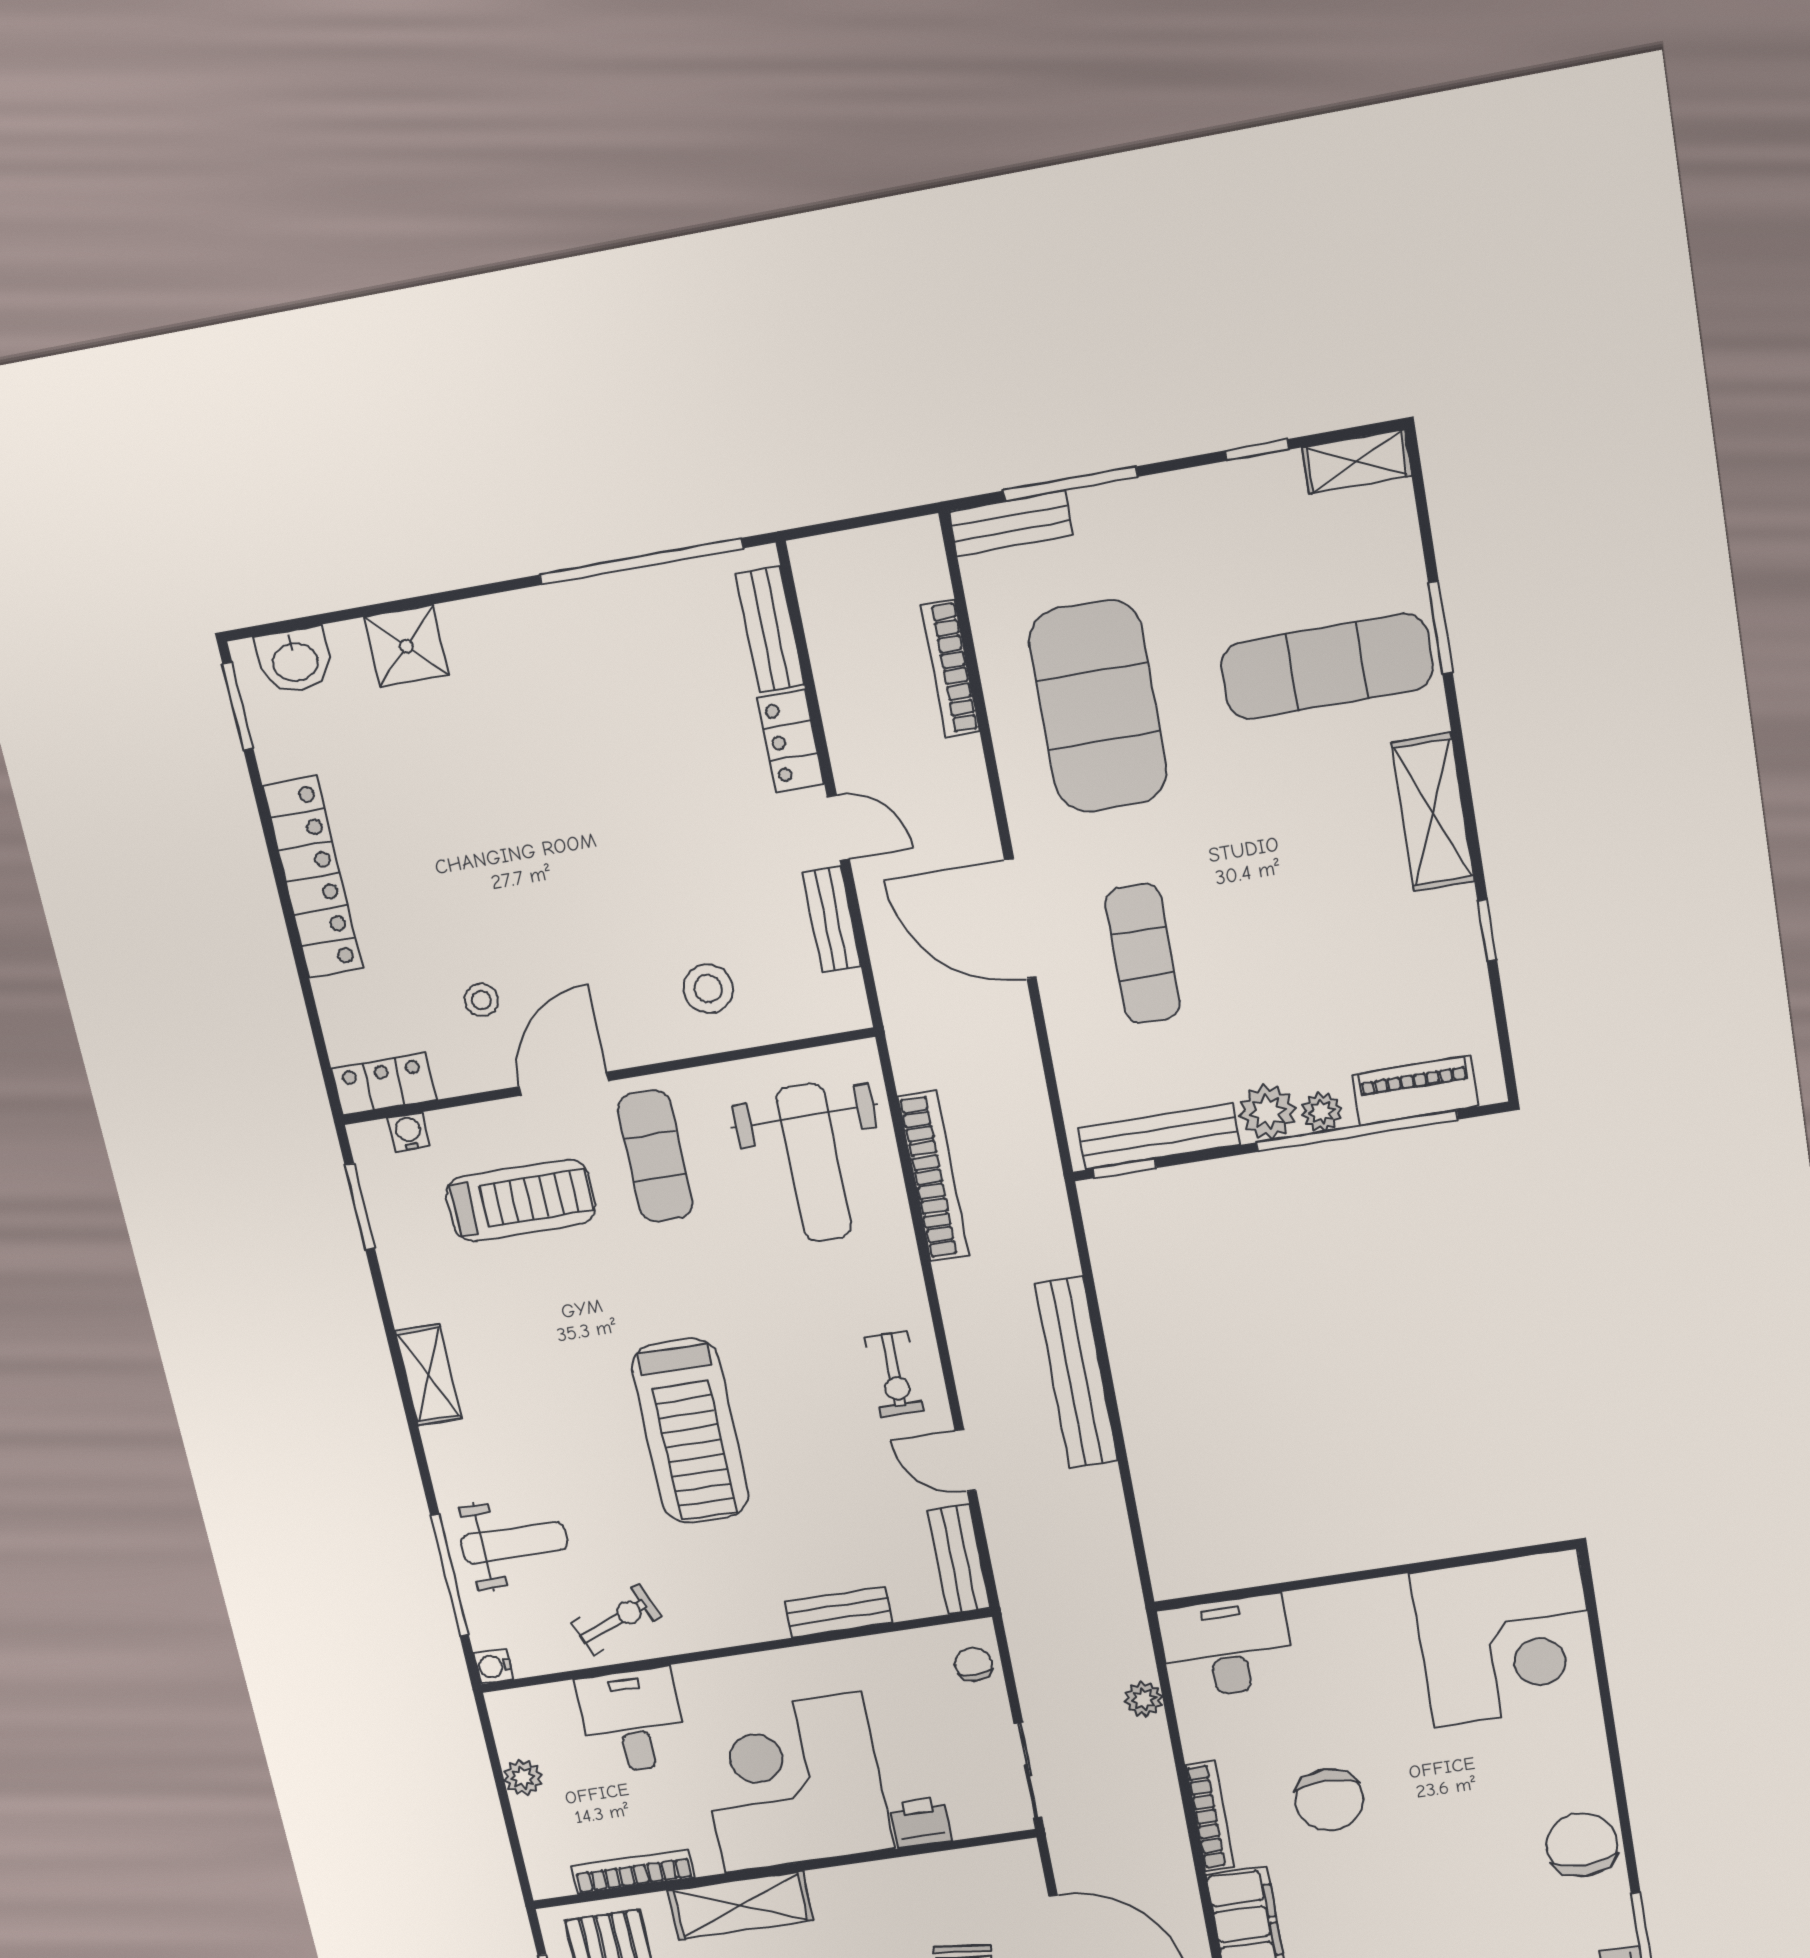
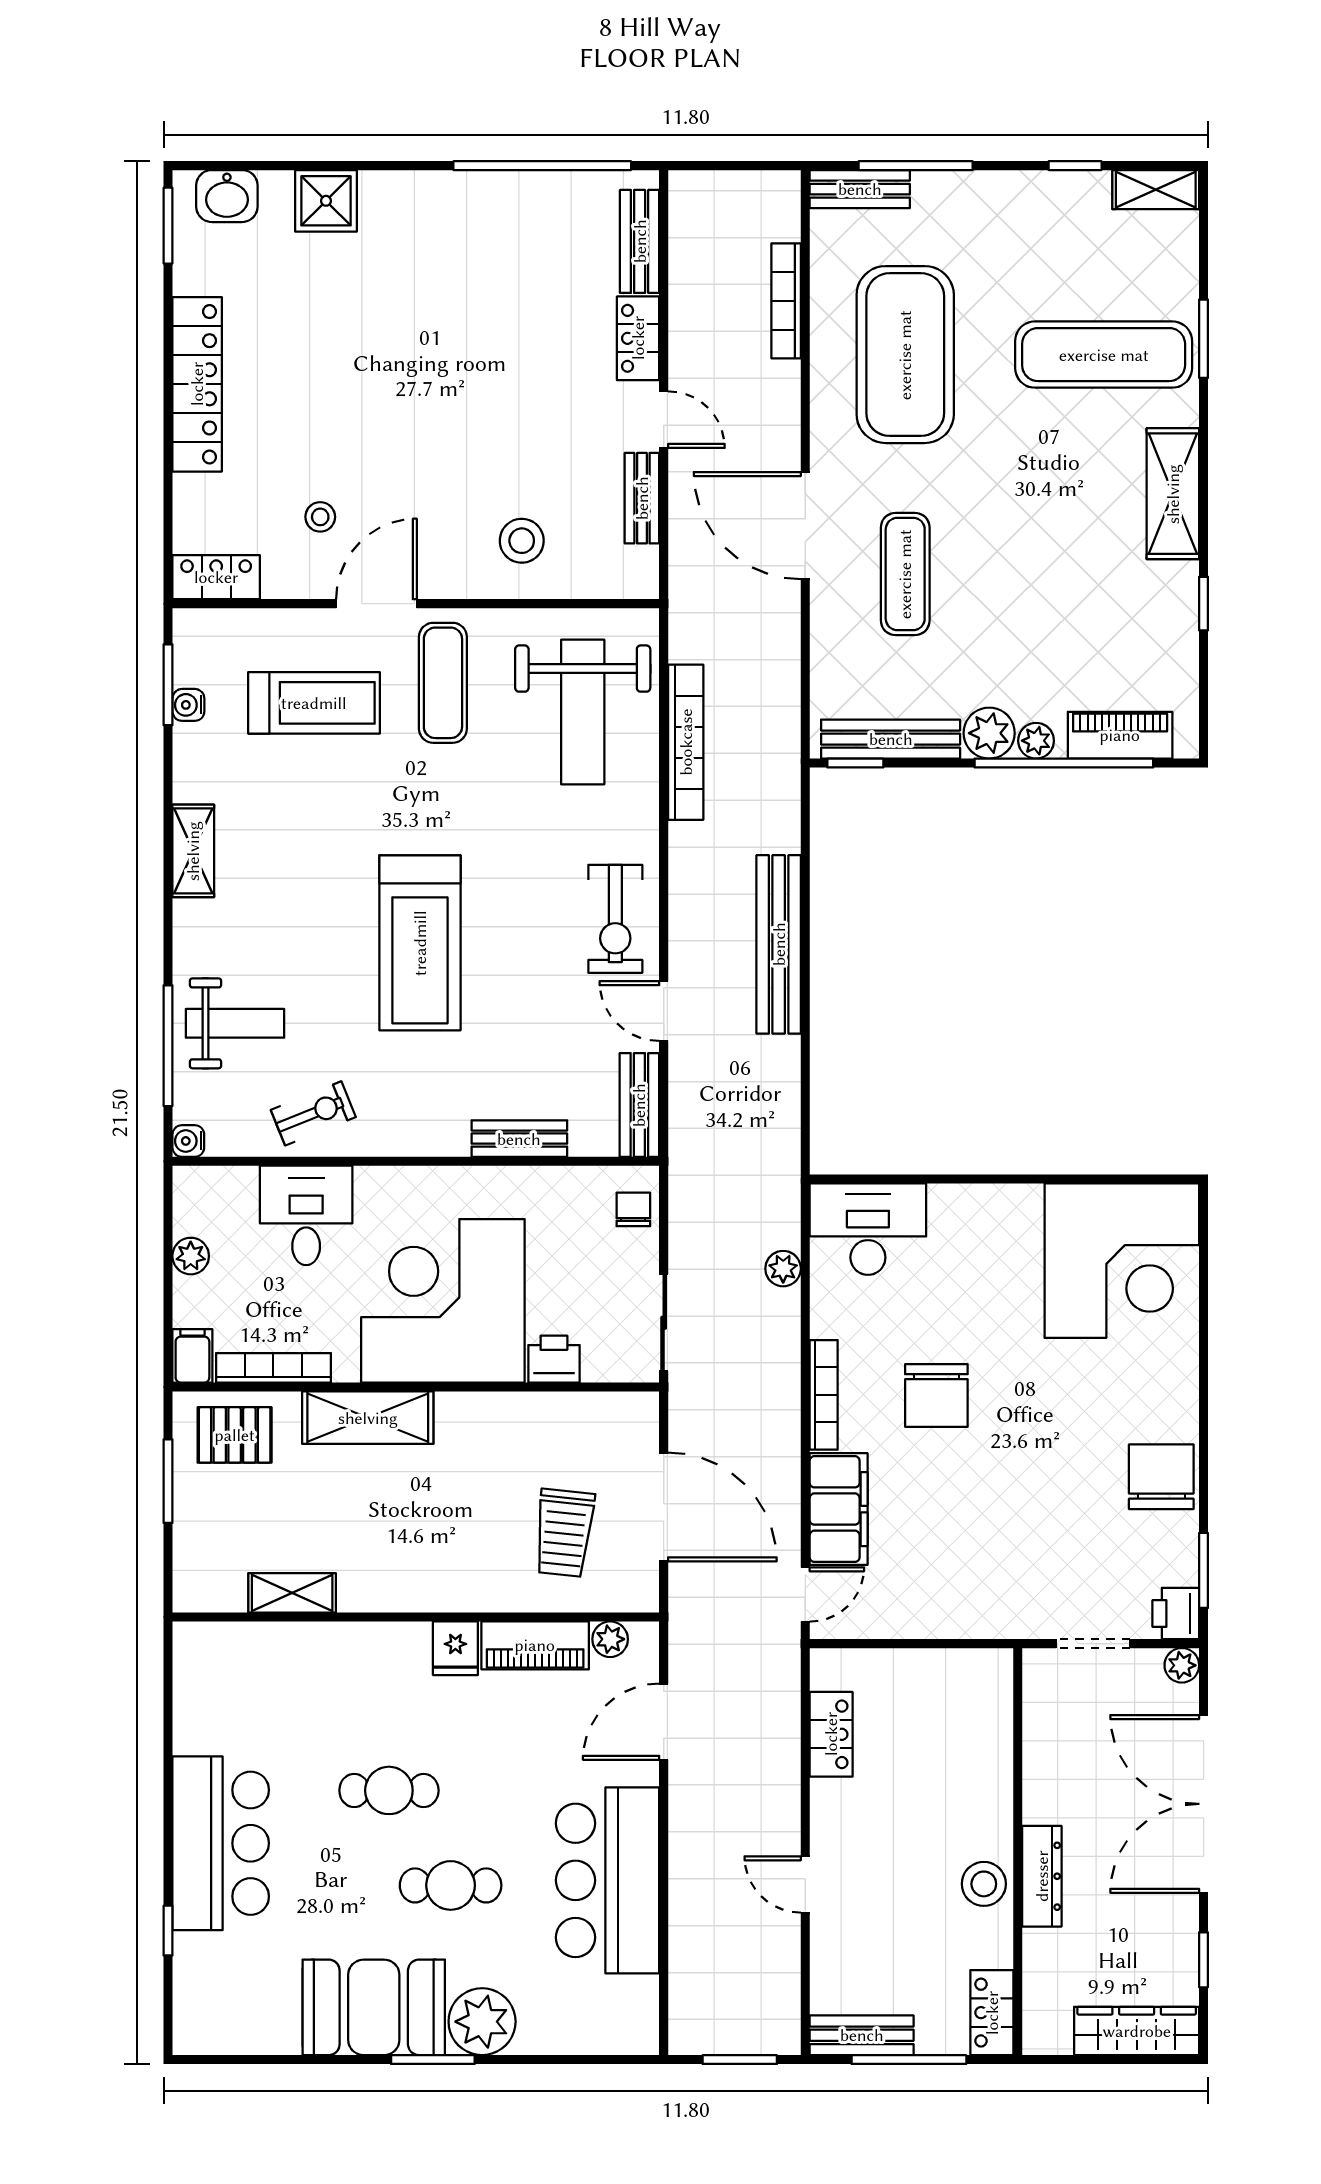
water cooler: (409, 1132) -> (188, 705), moved, turned -90
exercise bike: (894, 1374) -> (615, 919), width x1.38, depth x1.39
filing cabinet: (548, 1873) -> (192, 1356), added

